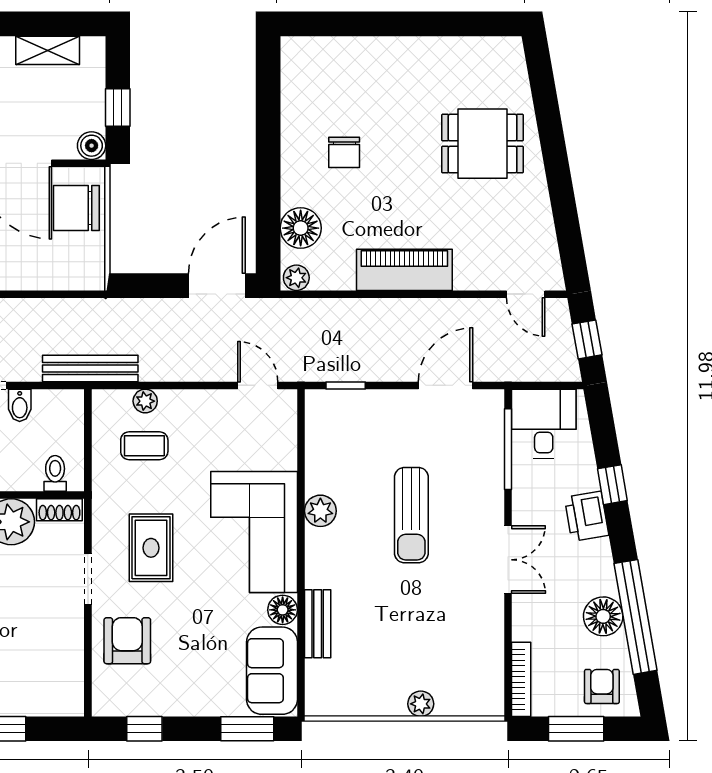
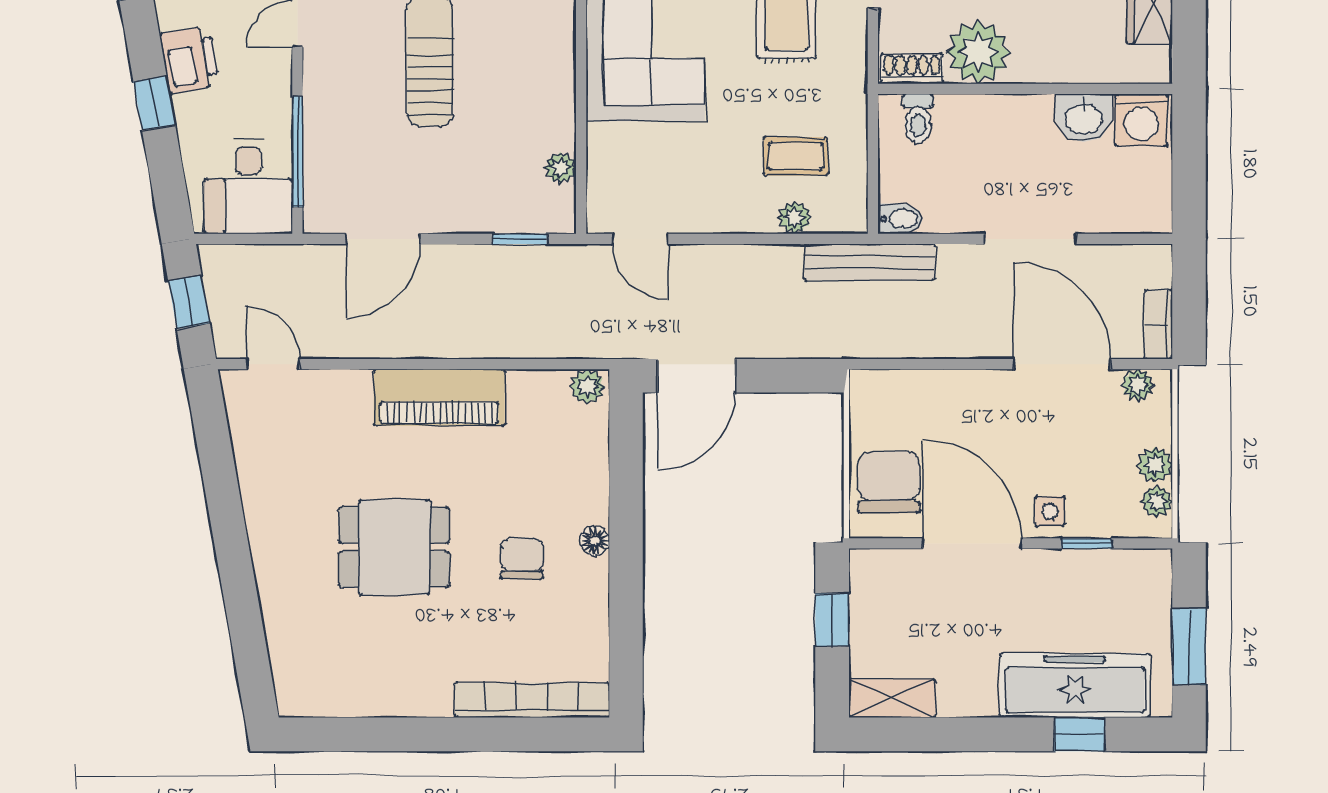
bookcase: (337, 49) -> (532, 700), added
shelving: (48, 50) -> (892, 698), moved
dining table: (483, 144) -> (394, 547), moved
boiler: (92, 146) -> (868, 568), removed
chair: (76, 208) -> (889, 482), turned -90
floor lamp: (301, 228) -> (595, 541), moved, width x0.53, depth x0.53
bidet: (20, 405) -> (900, 219), moved, turned 90
plant: (320, 511) -> (560, 168), moved, width x0.73, depth x0.73

